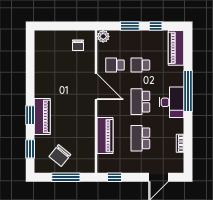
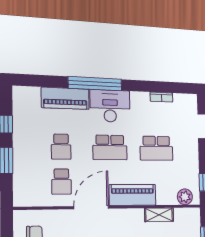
plant: (103, 36) -> (185, 197), moved
piano: (176, 48) -> (65, 98), moved
piano: (105, 136) -> (133, 195), moved
shelving: (90, 139) -> (159, 215), added

